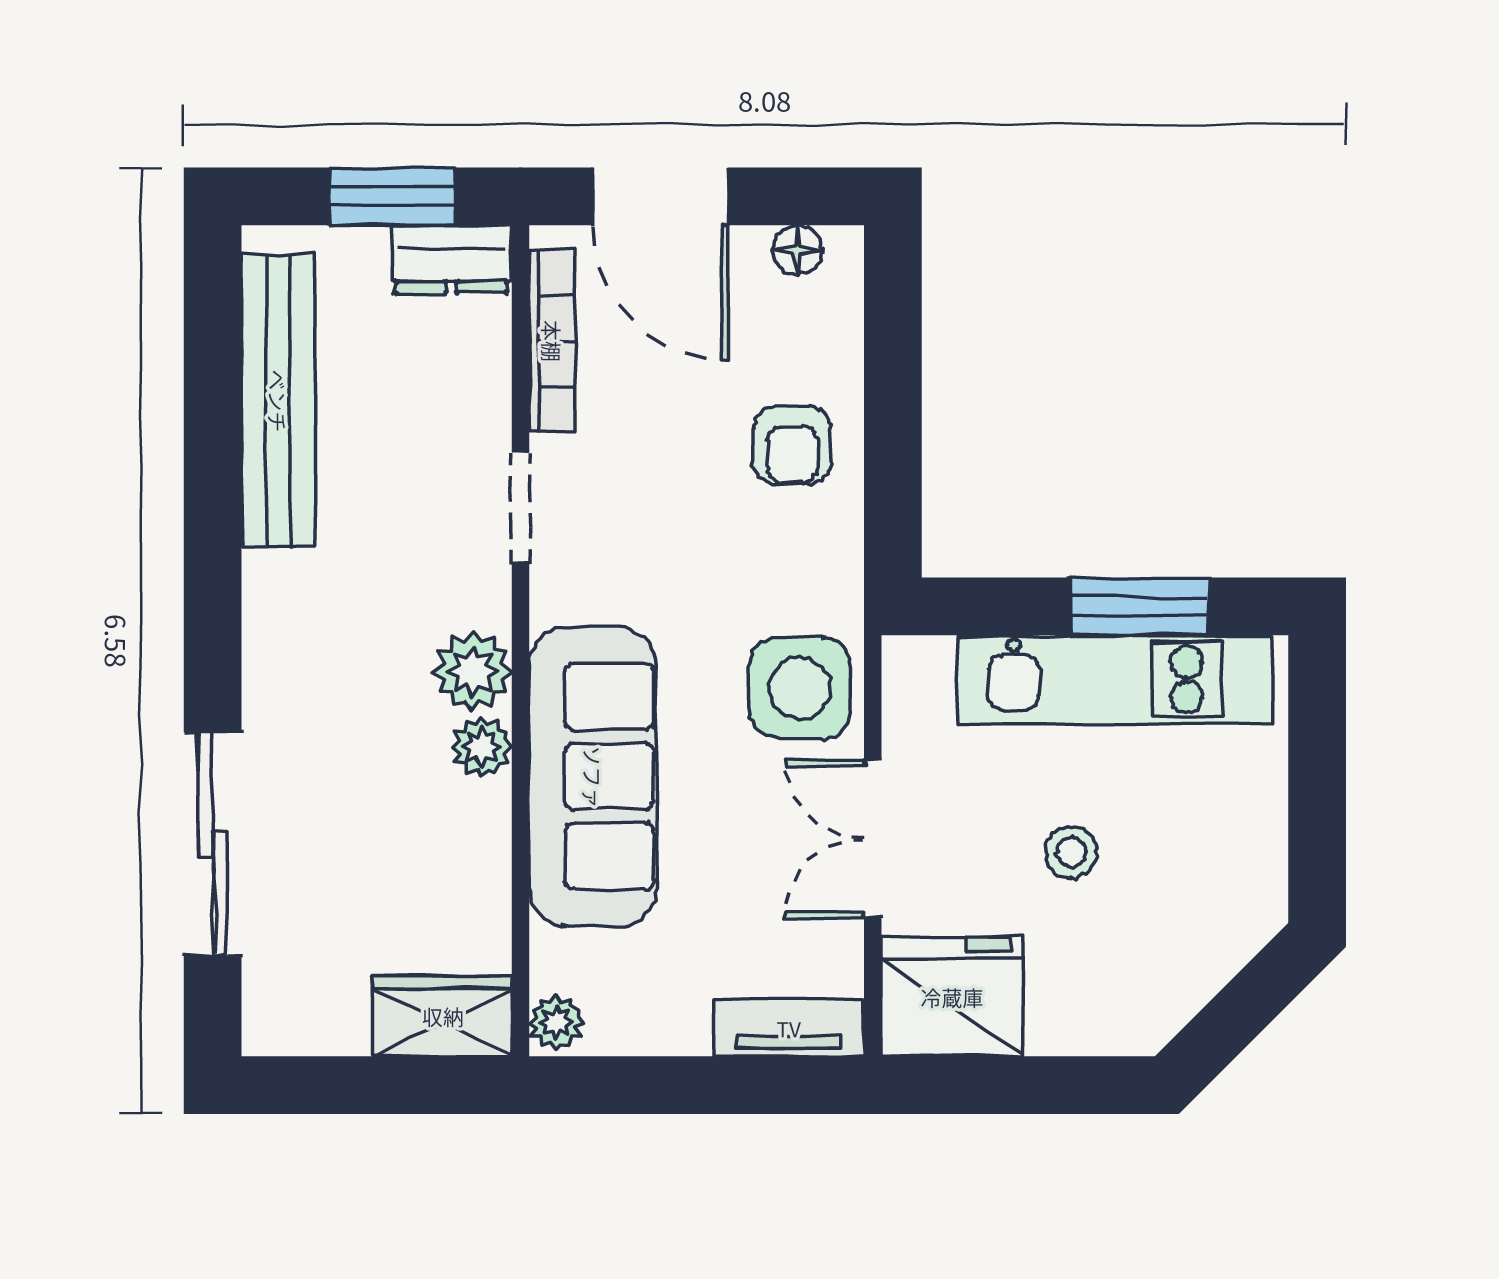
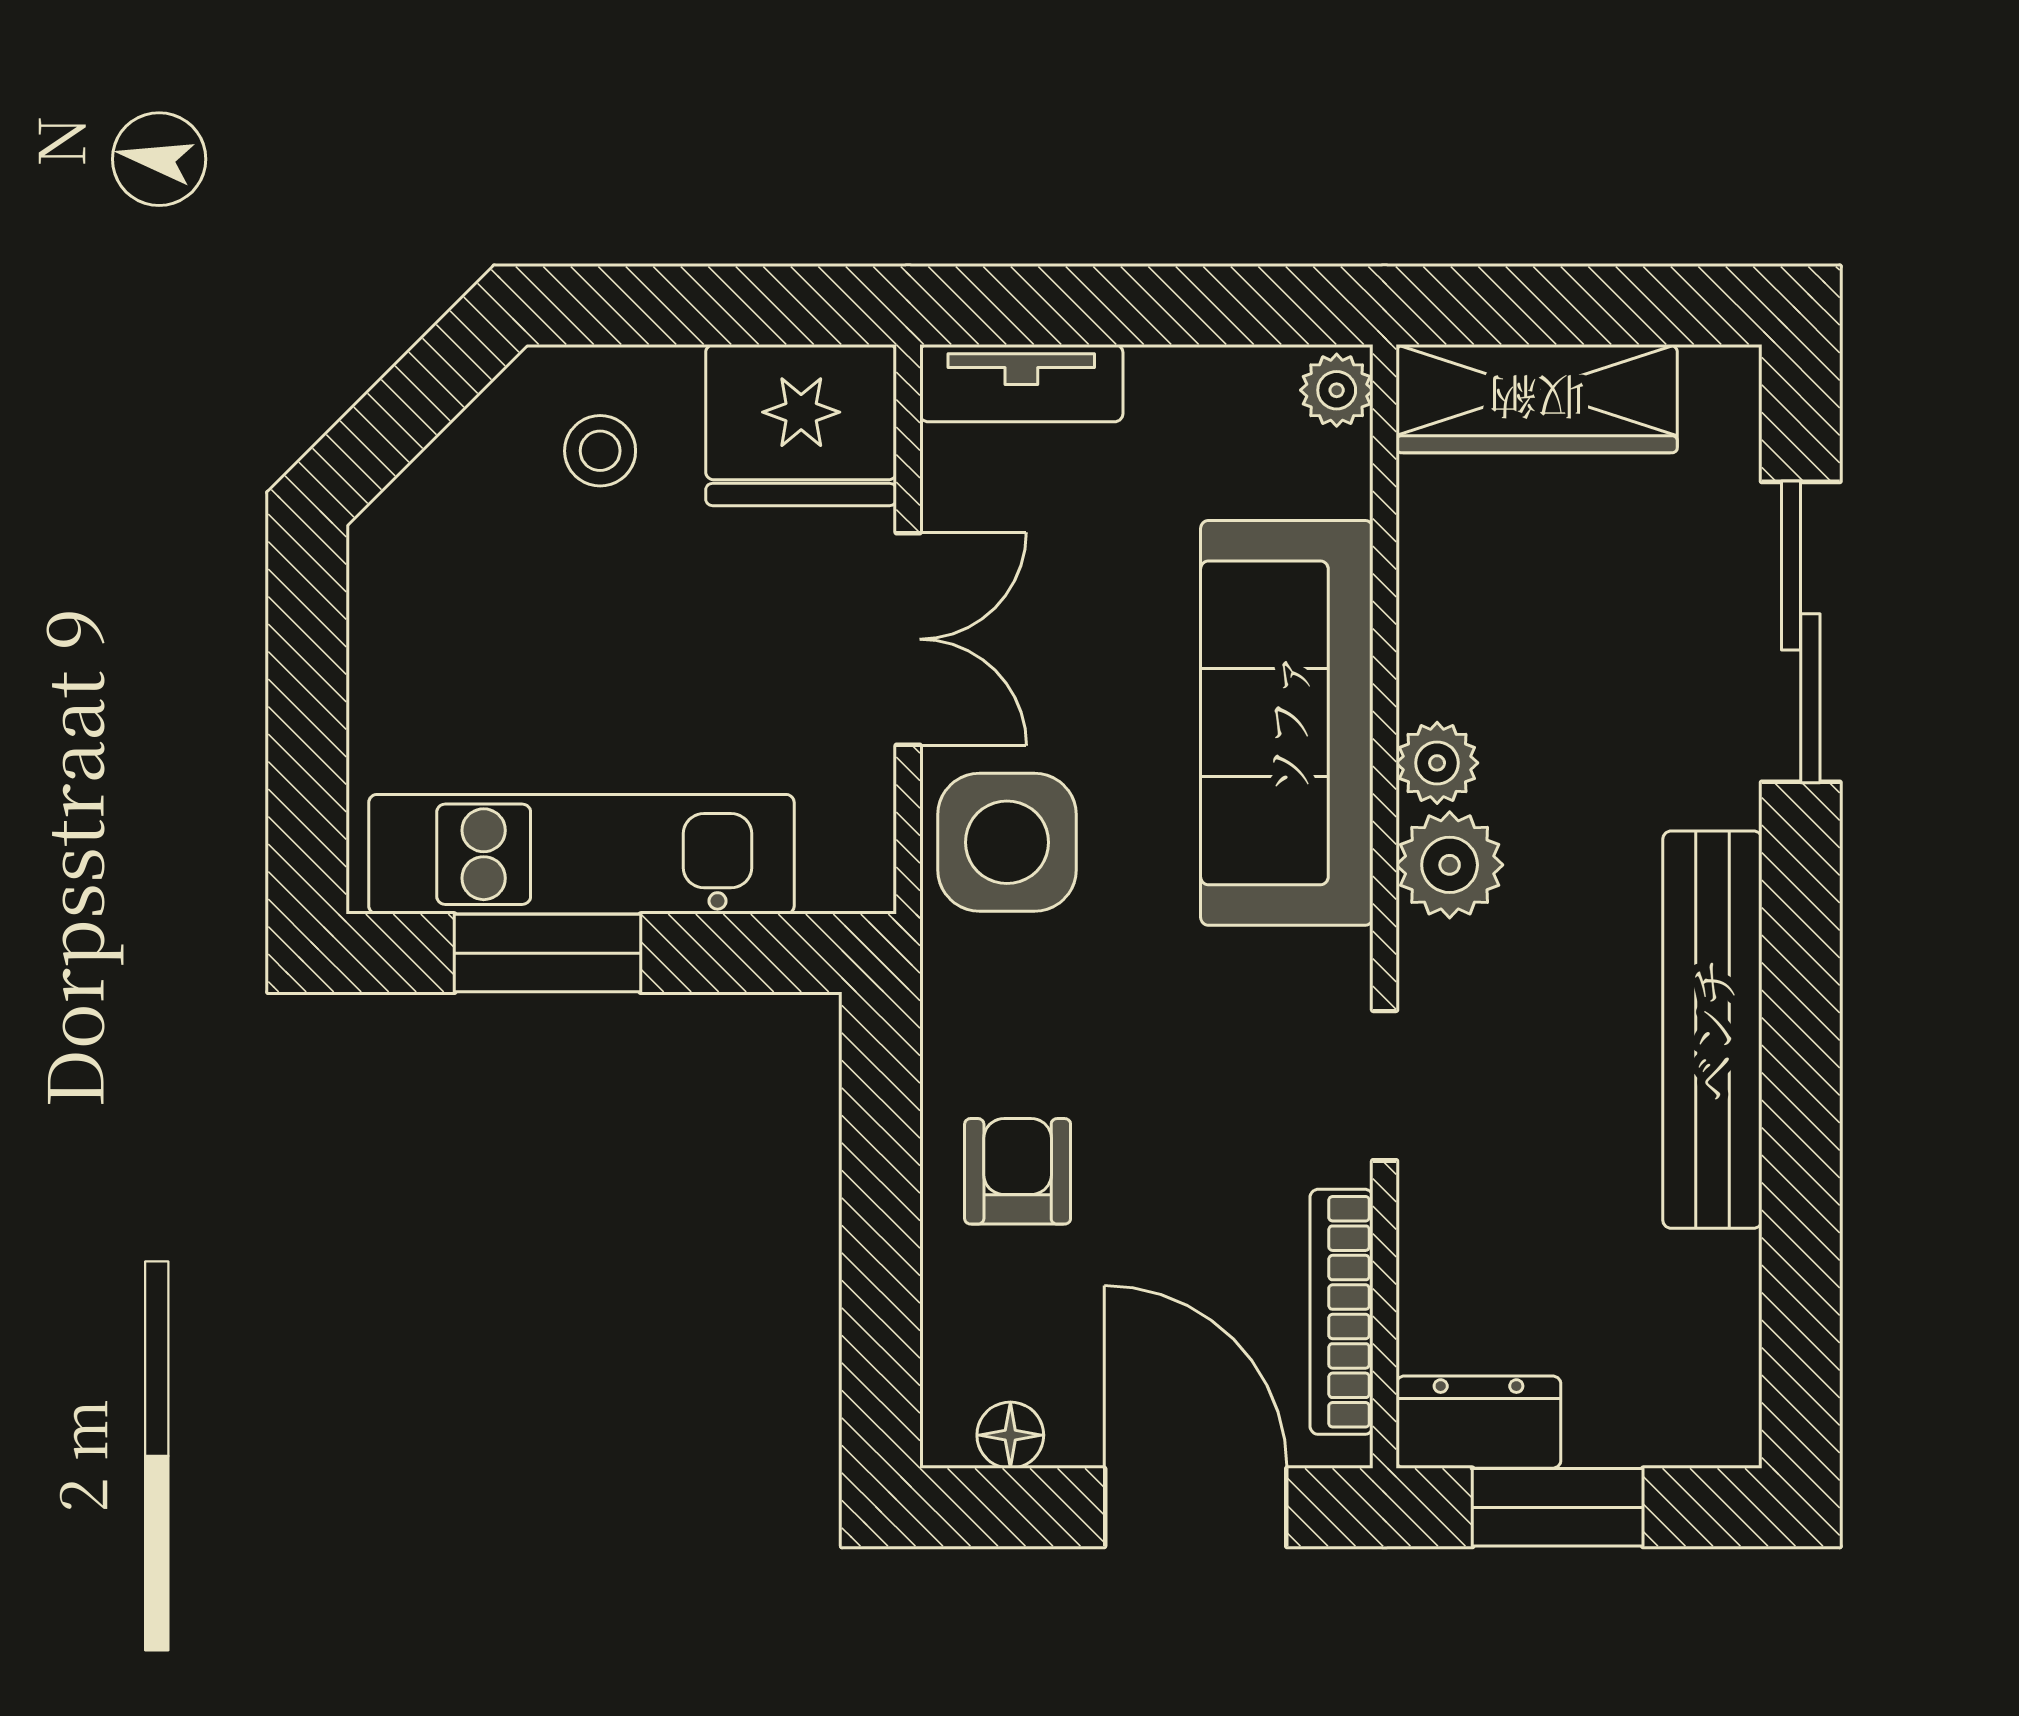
bench: (278, 401) -> (1712, 1030), moved
stool: (1071, 852) -> (600, 451), moved
wardrobe: (443, 1016) -> (1537, 399), width x1.50

